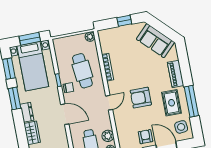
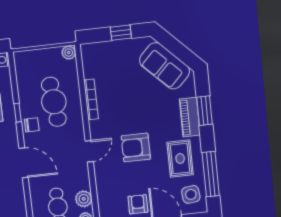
window: (185, 69) -> (204, 111), added
window: (191, 101) -> (211, 174), moved

